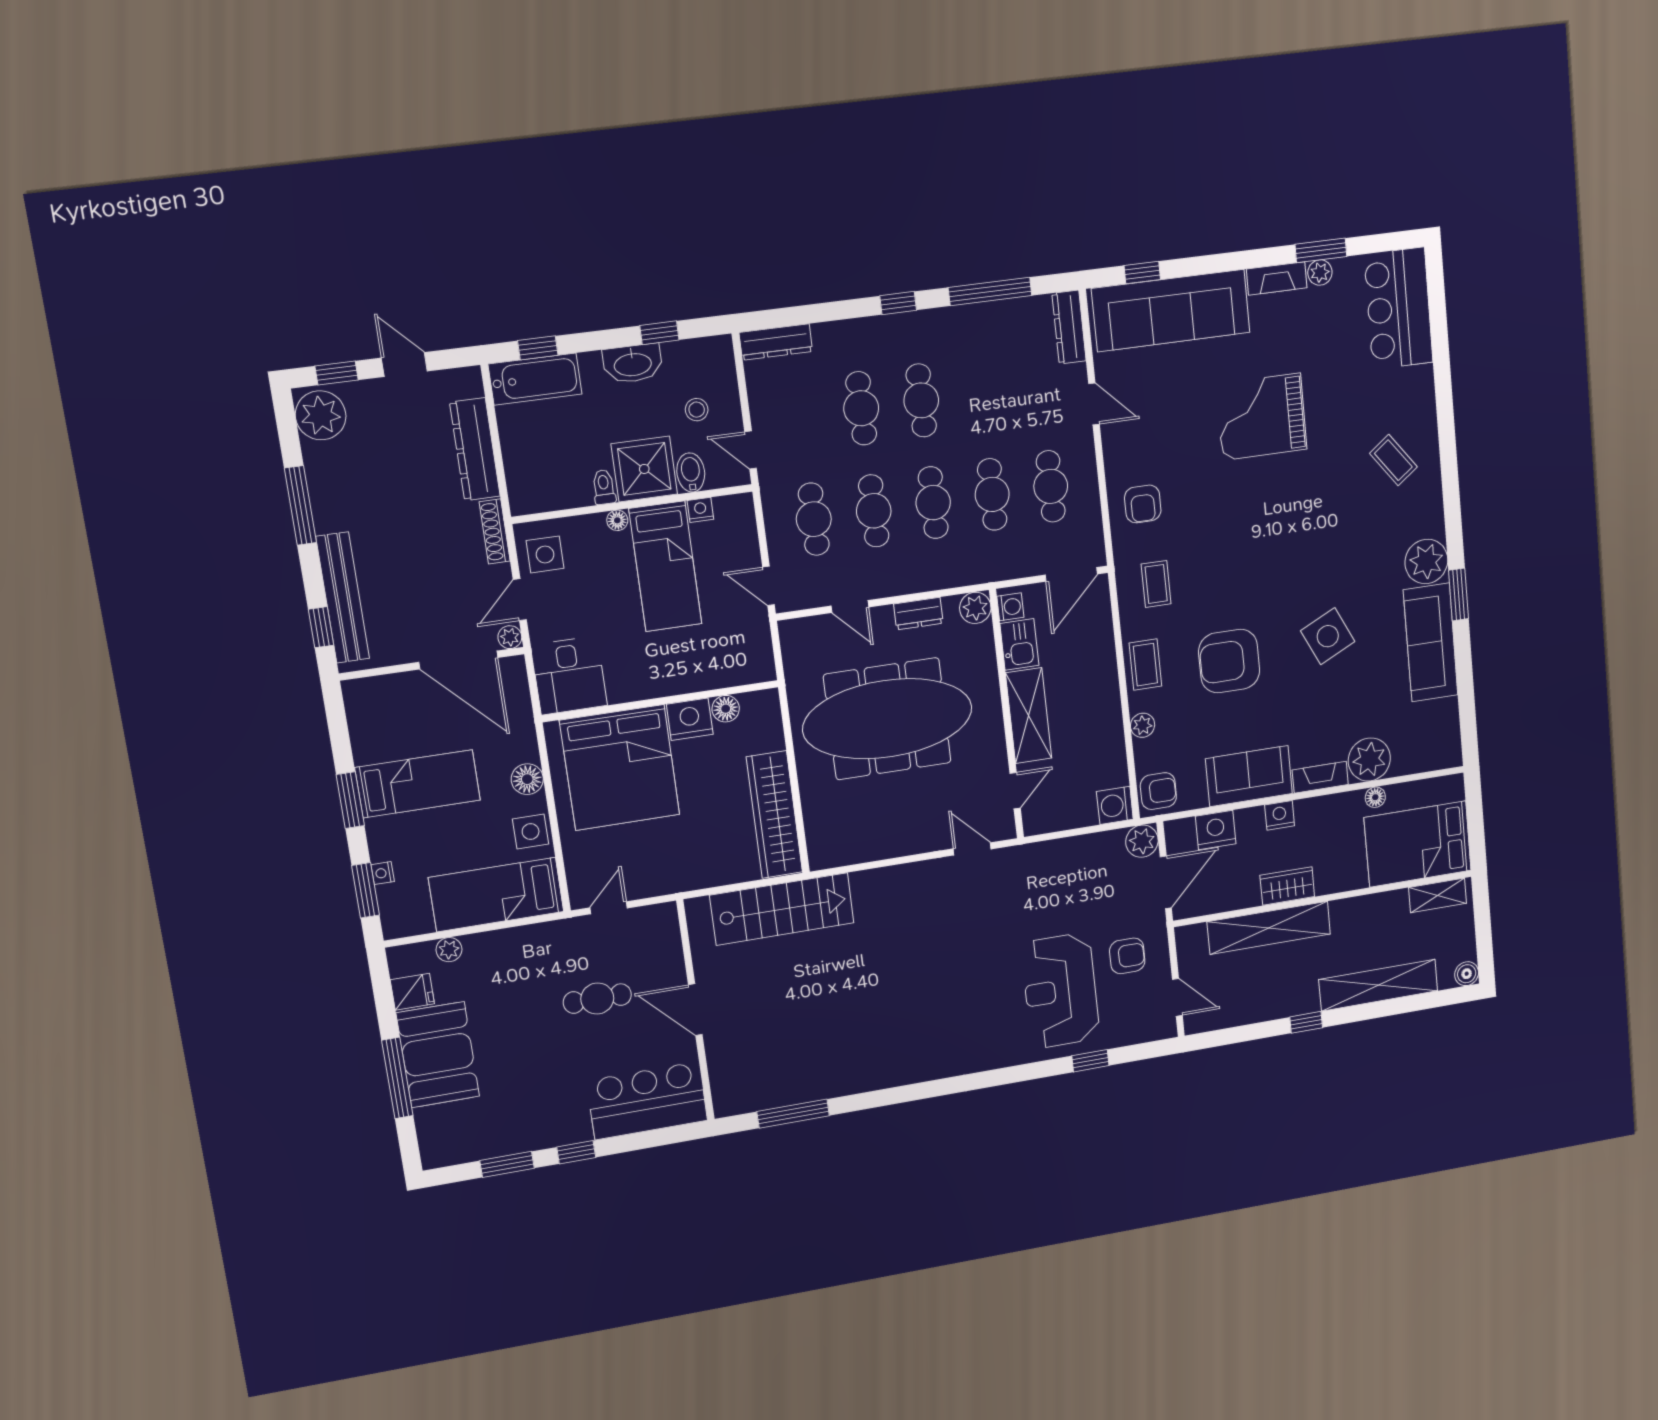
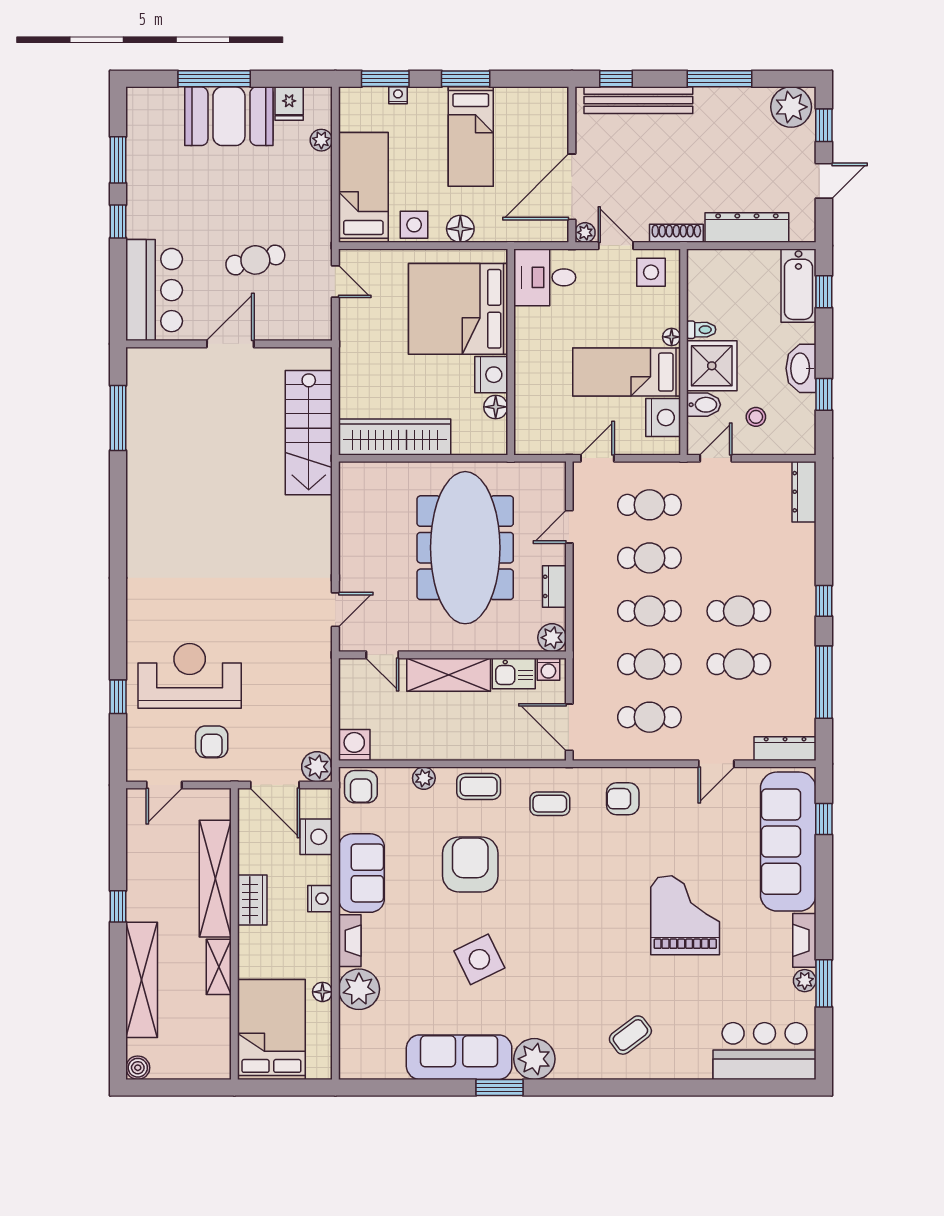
cafe table: (861, 408) -> (739, 664), moved
nightstand: (700, 510) -> (663, 418), width x1.89, depth x1.79
shelving: (1438, 895) -> (219, 967), moved
cafe table: (597, 999) -> (255, 260), turned 76

